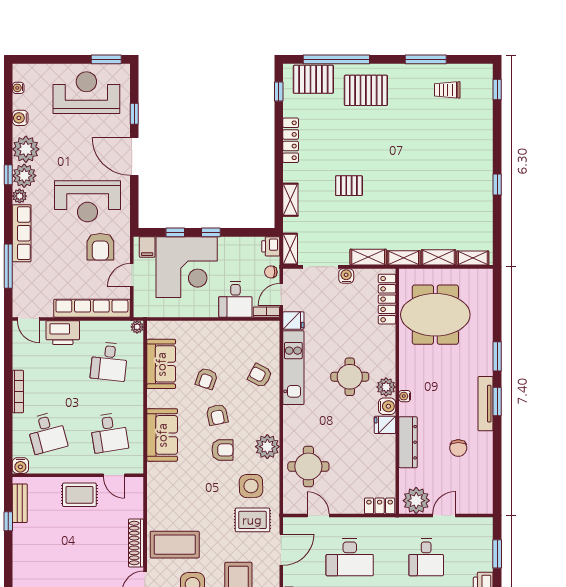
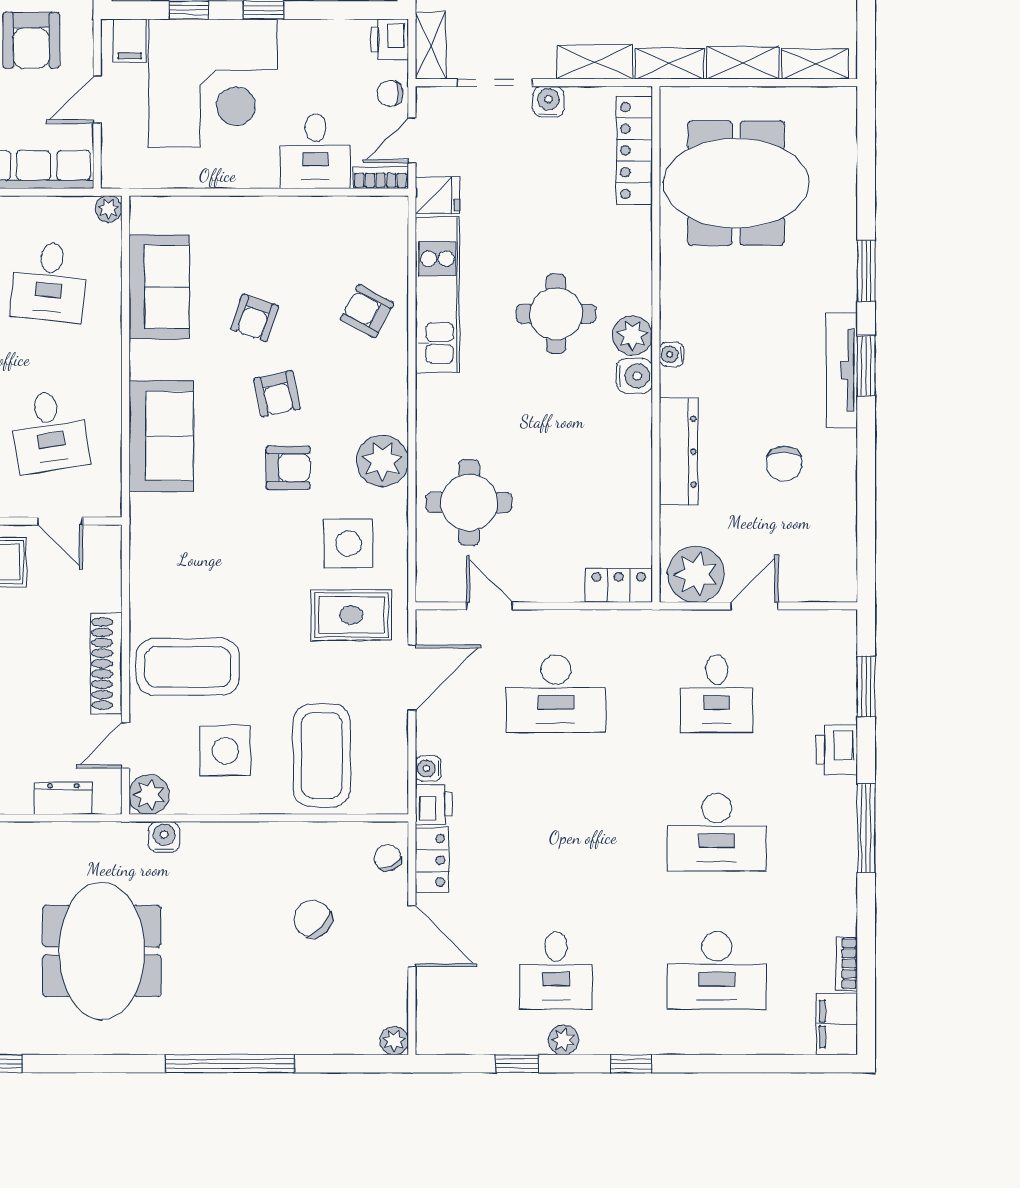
fridge: (385, 425) -> (630, 415), removed

